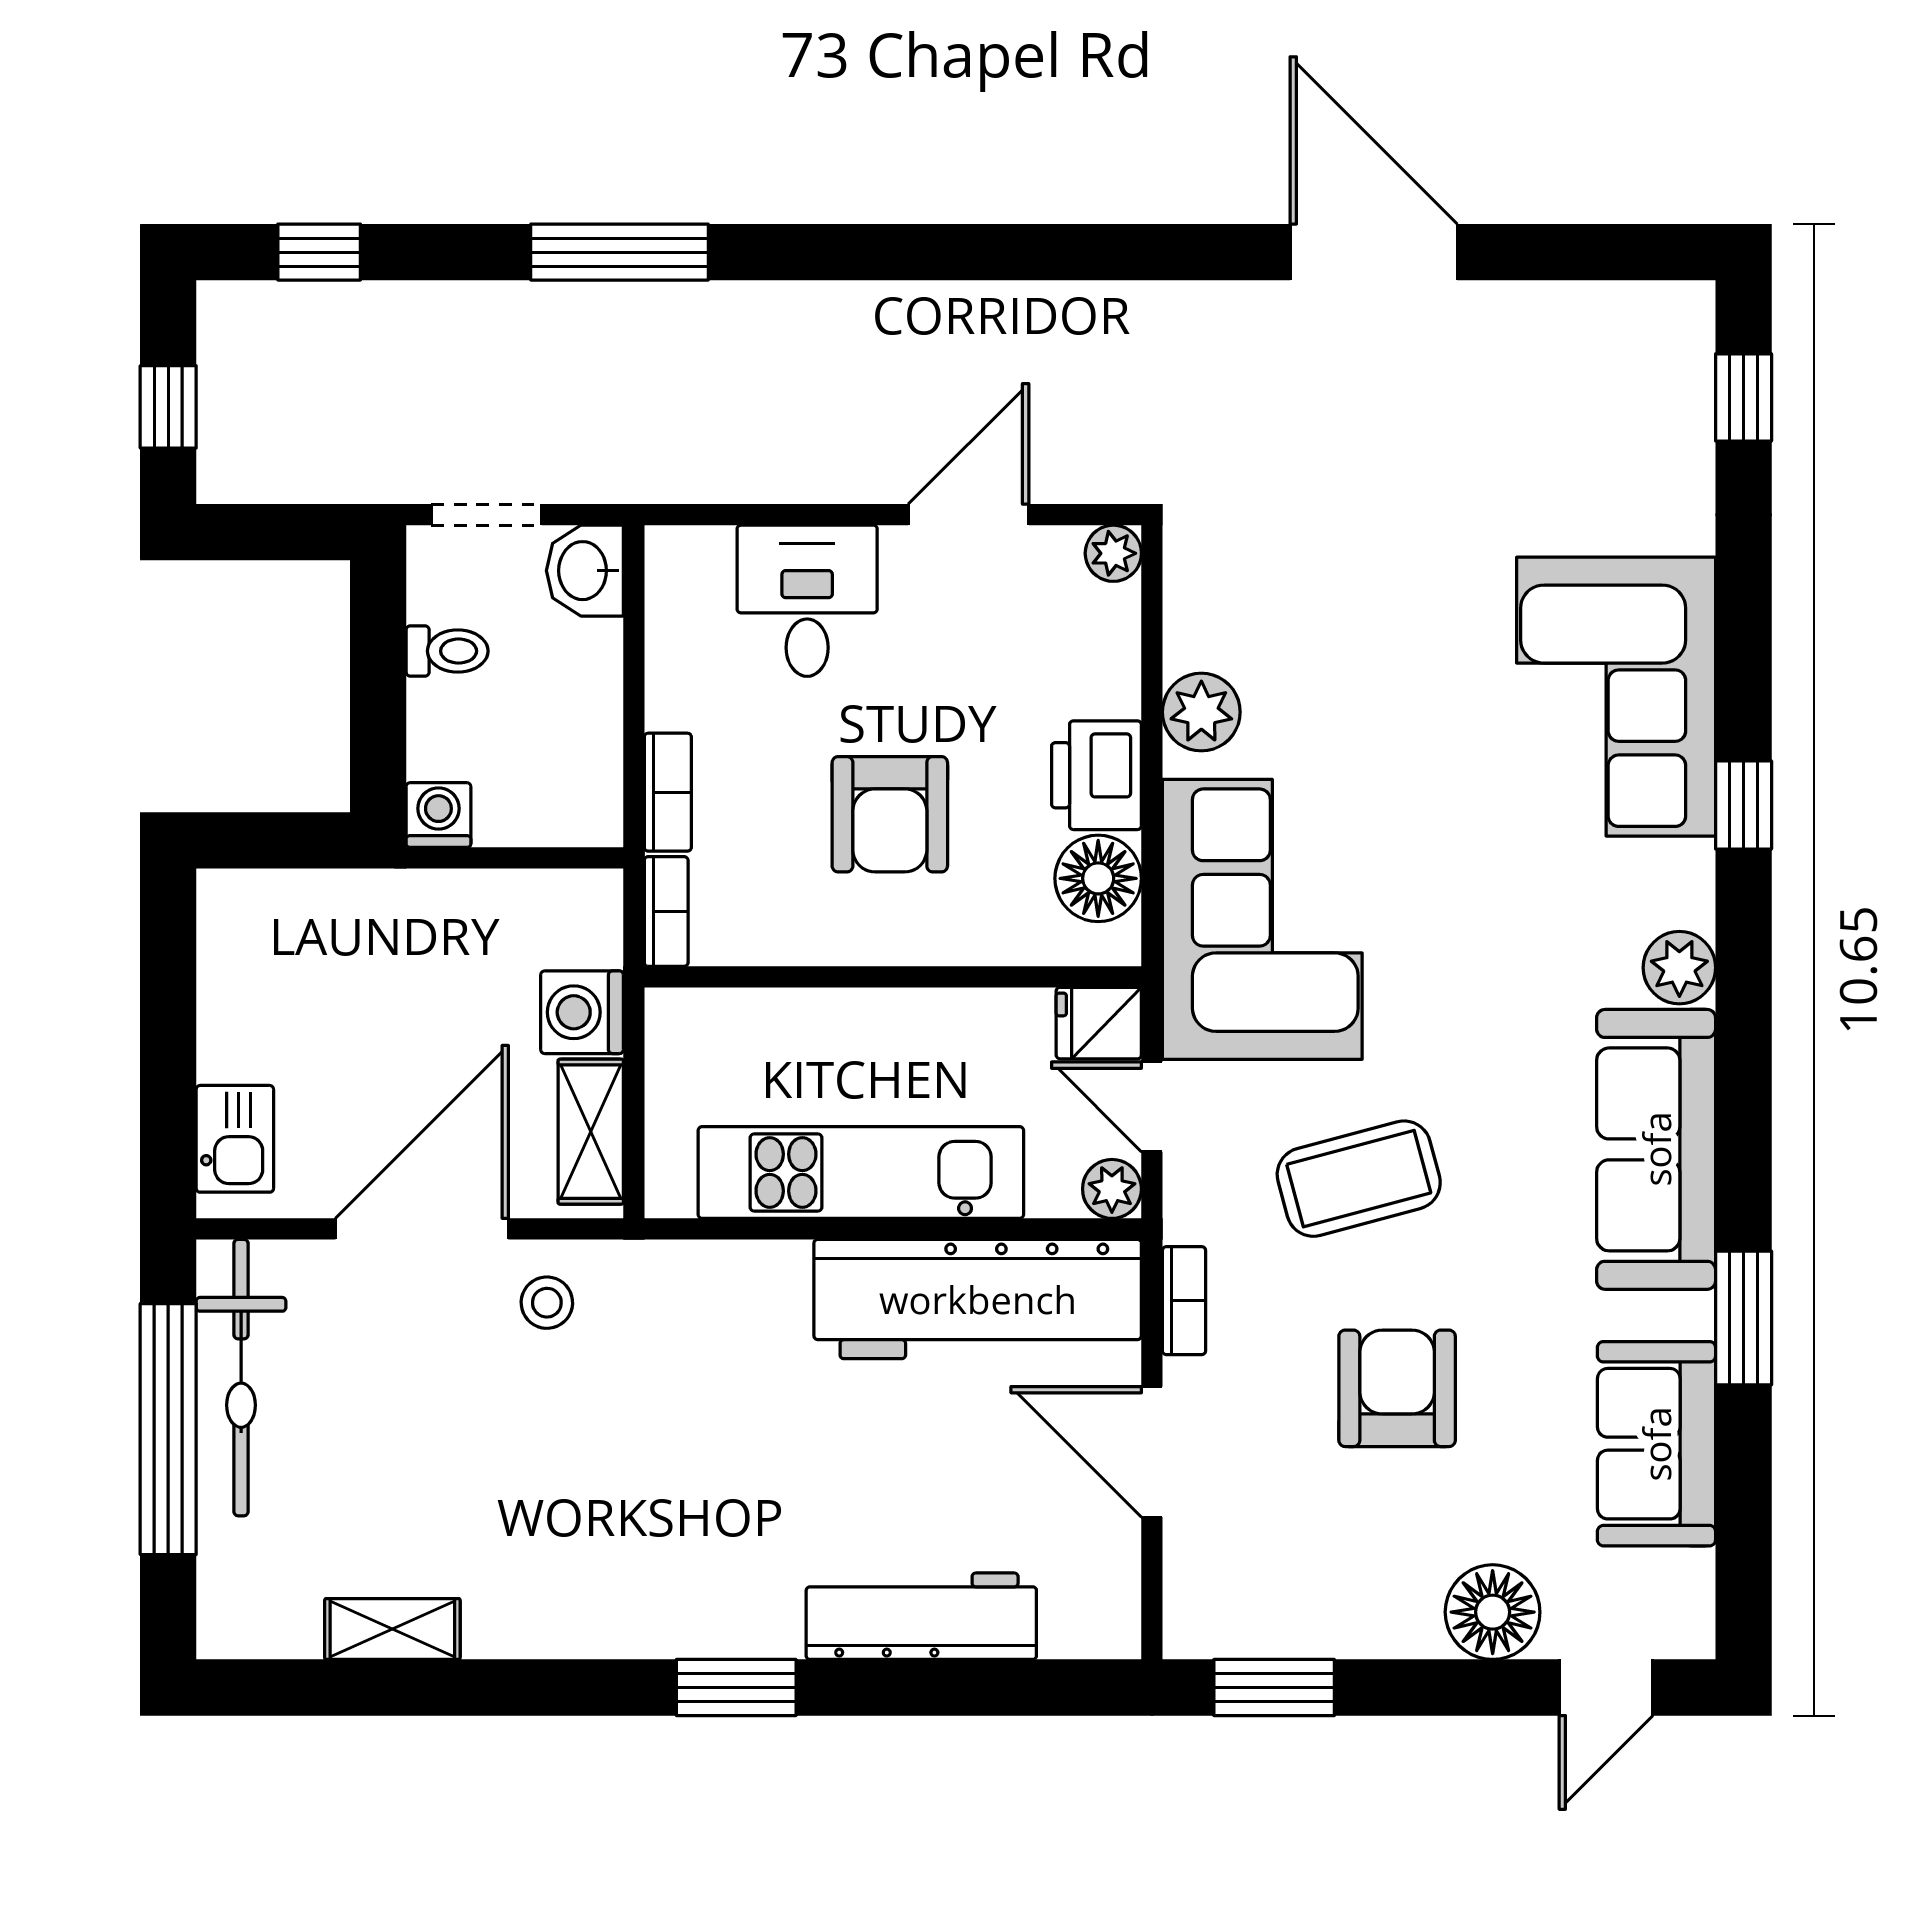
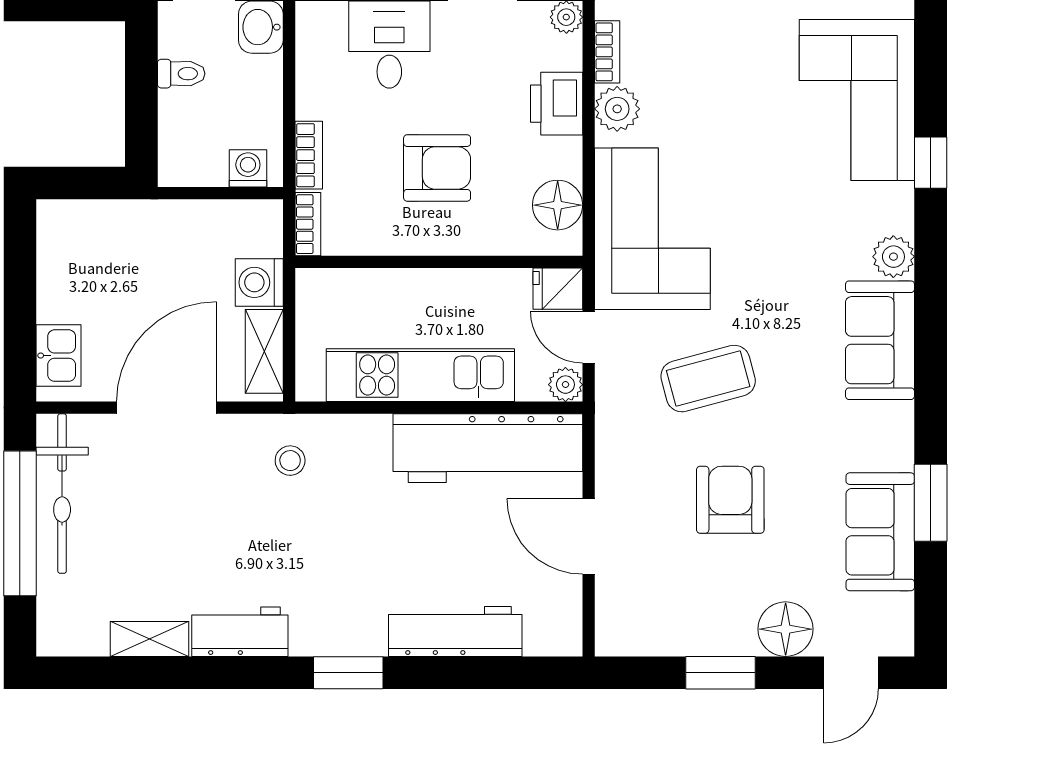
printer: (1096, 775) -> (557, 104), moved
armchair: (890, 814) -> (437, 168), turned -90
washing machine: (438, 815) -> (248, 168), moved
sofa: (1656, 1149) -> (880, 340), width x0.73
bookcase: (1184, 1301) -> (607, 52), moved
stool: (547, 1303) -> (290, 461), moved
window: (1744, 1318) -> (931, 503), moved
workbench: (549, 1617) -> (240, 632), added
window: (1274, 1687) -> (720, 673), moved

